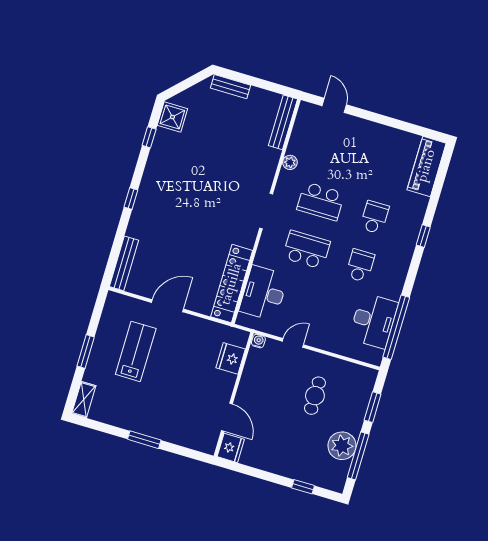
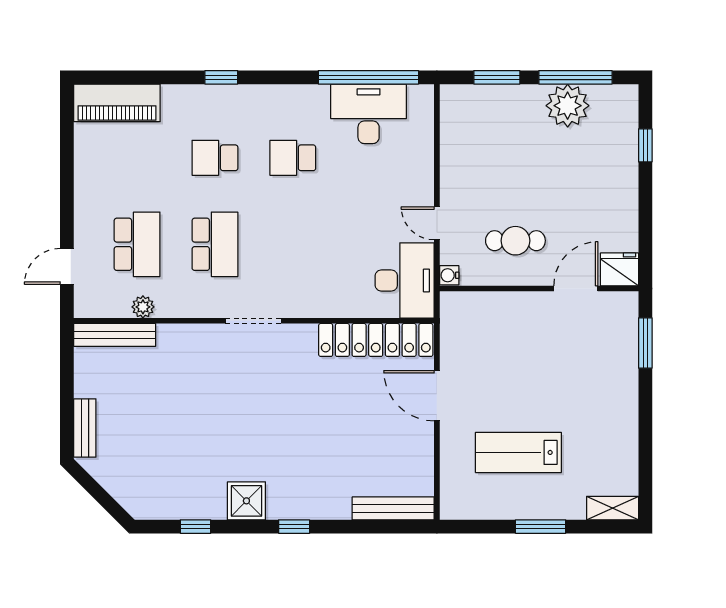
shower: (172, 117) -> (246, 501), moved
plant: (290, 162) -> (143, 307), moved
school desk: (306, 250) -> (137, 244), moved, turned 180
desk: (264, 293) -> (405, 280), moved, turned -90
door: (167, 306) -> (437, 396), moved
fridge: (231, 358) -> (487, 309), removed
cafe table: (315, 396) -> (515, 241), moved
window: (144, 440) -> (645, 343), moved

